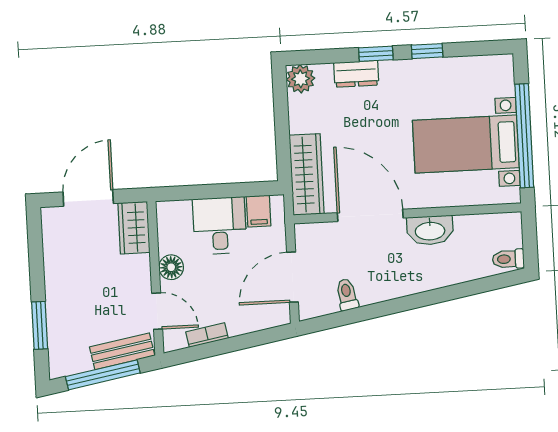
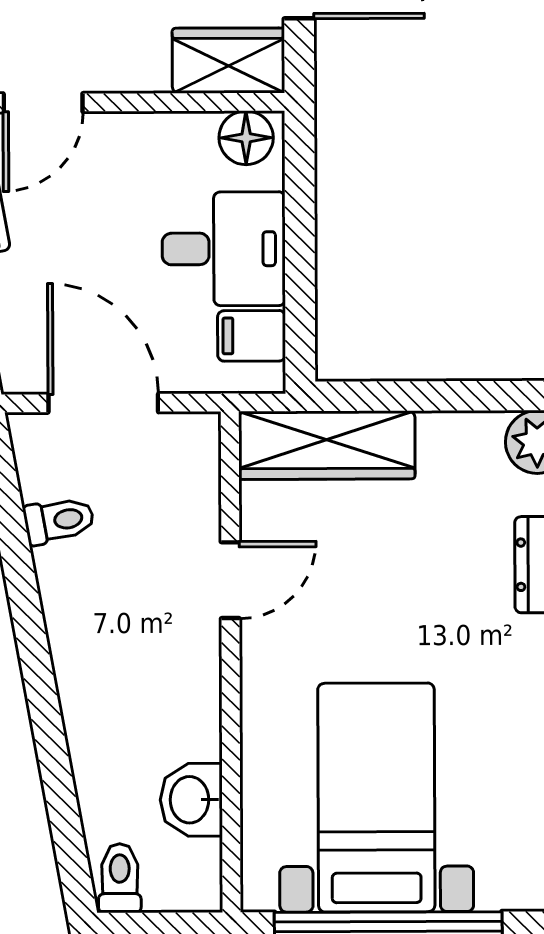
door: (370, 215) -> (230, 580), width x0.53
washbasin: (430, 230) -> (191, 800), moved, width x0.72
floor lamp: (171, 267) -> (246, 138), moved

